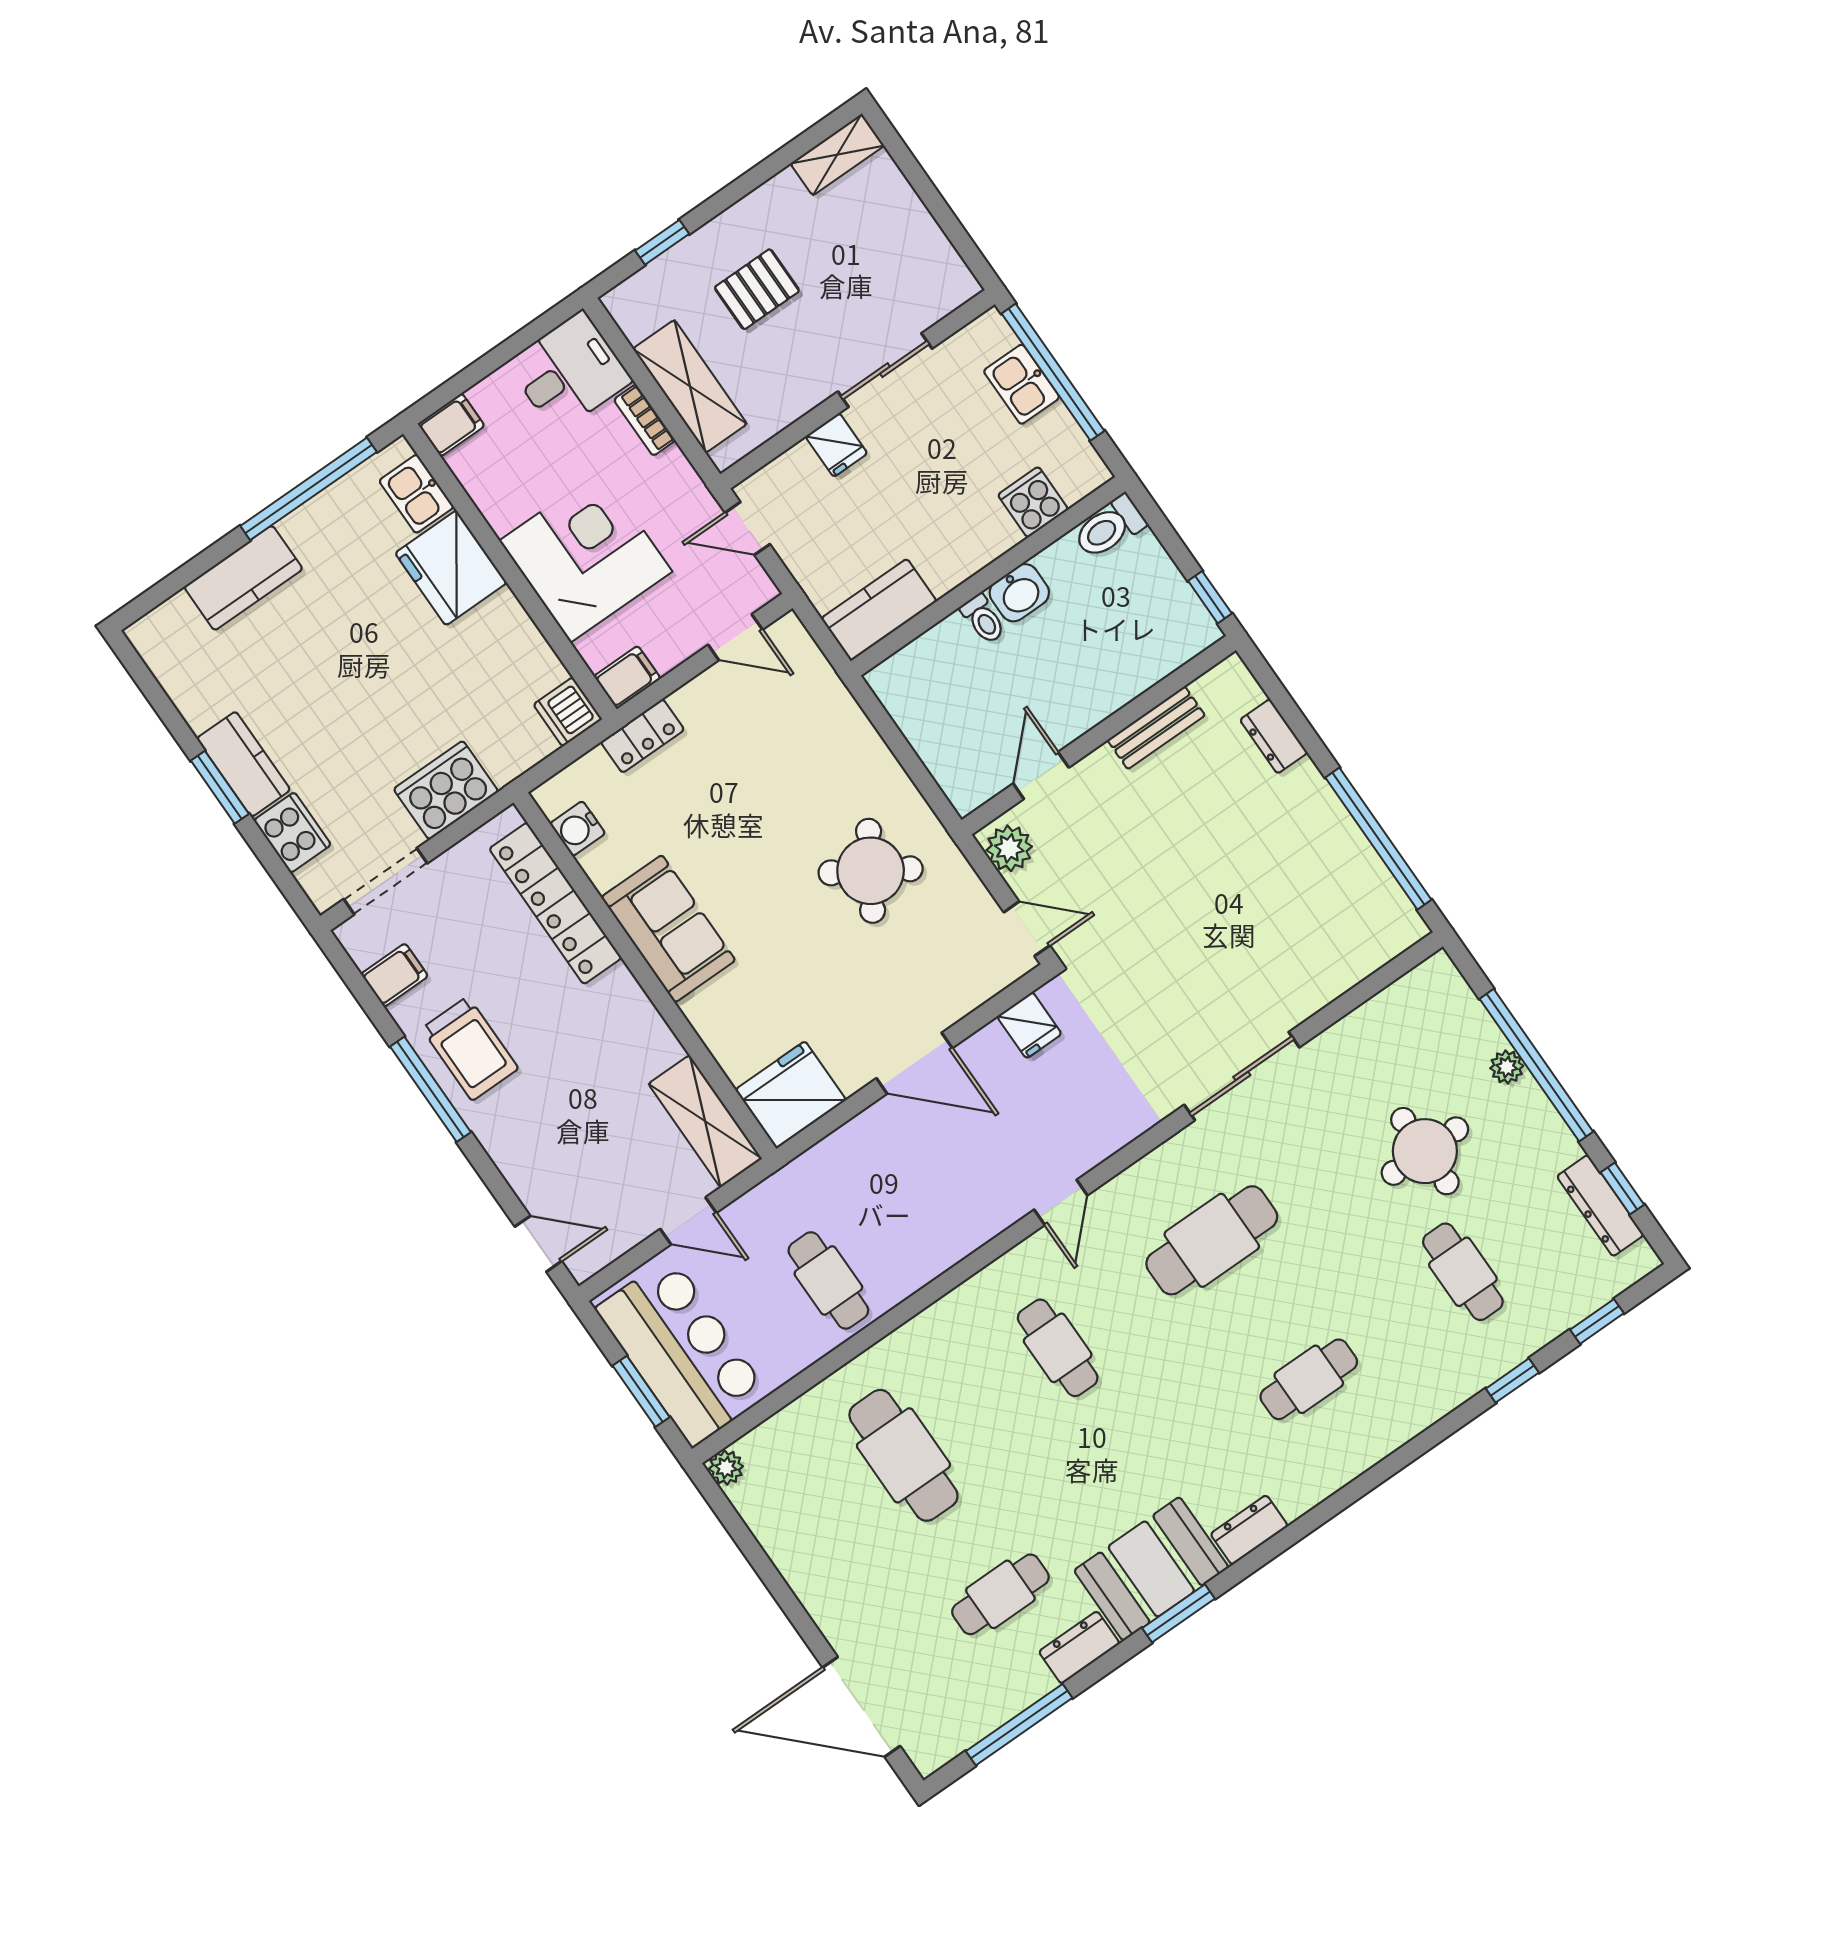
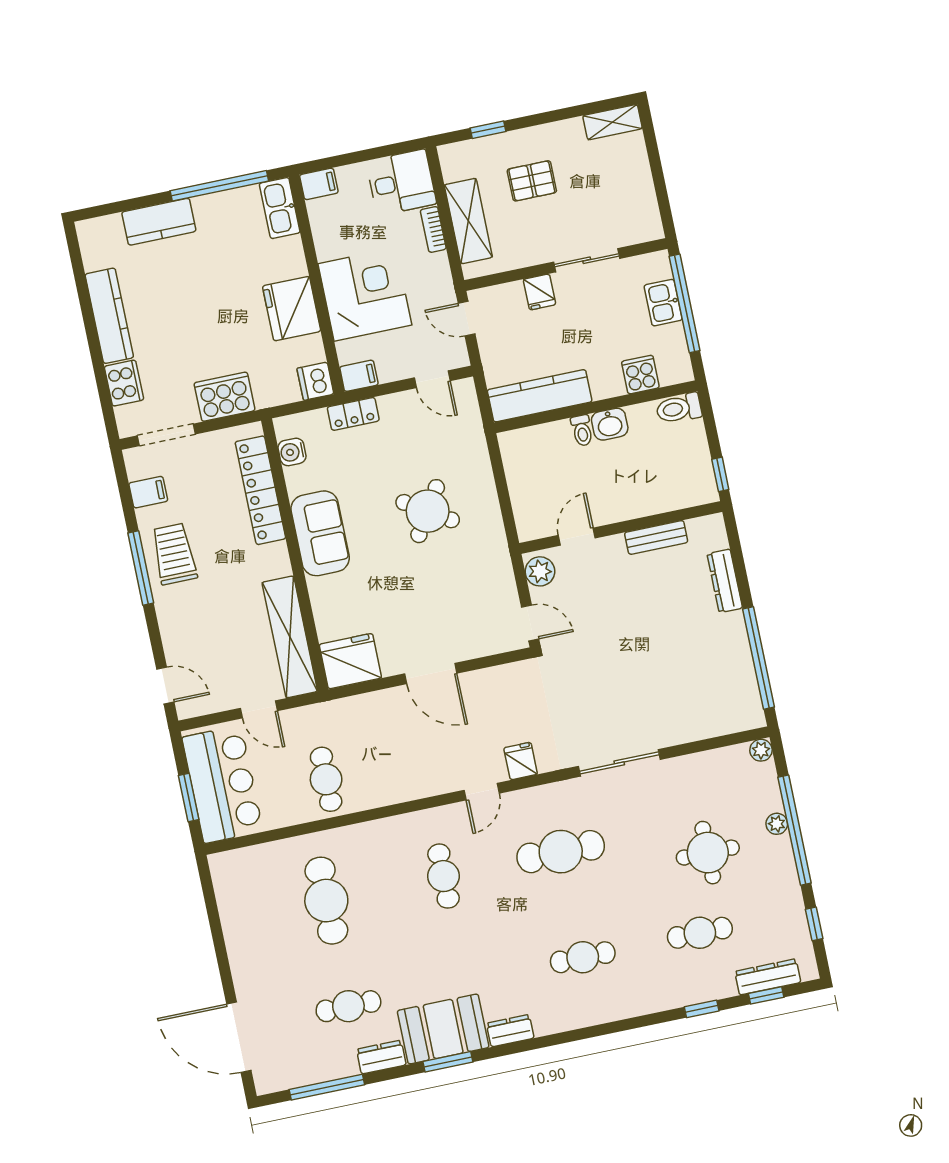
kitchen sink: (416, 494) -> (280, 208), width x1.38
fridge: (451, 568) -> (292, 309), moved
kitchen counter: (879, 610) -> (540, 396), width x1.50
dresser: (1274, 736) -> (725, 581), width x1.44
kitchen counter: (244, 764) -> (109, 316), width x1.50
window: (220, 787) -> (93, 338), removed
round table: (871, 871) -> (428, 511), moved
fridge: (1029, 1025) -> (521, 761), moved, turned 180
trolley: (470, 1049) -> (174, 554), turned 180
shelving: (705, 1121) -> (290, 637), width x1.47
dresser: (1600, 1206) -> (768, 977), moved, turned 90
cafe table: (1463, 1272) -> (700, 933), turned 90
plant: (726, 1468) -> (761, 750), moved

